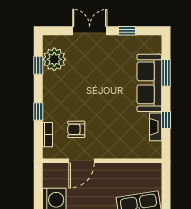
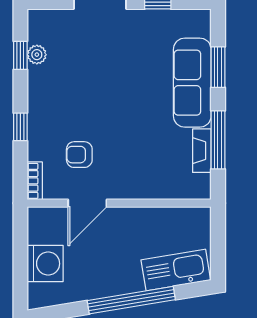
plant: (54, 59) -> (37, 55), width x0.53, depth x0.53
window: (166, 120) -> (218, 140), width x2.17
bookcase: (47, 135) -> (35, 181), moved

